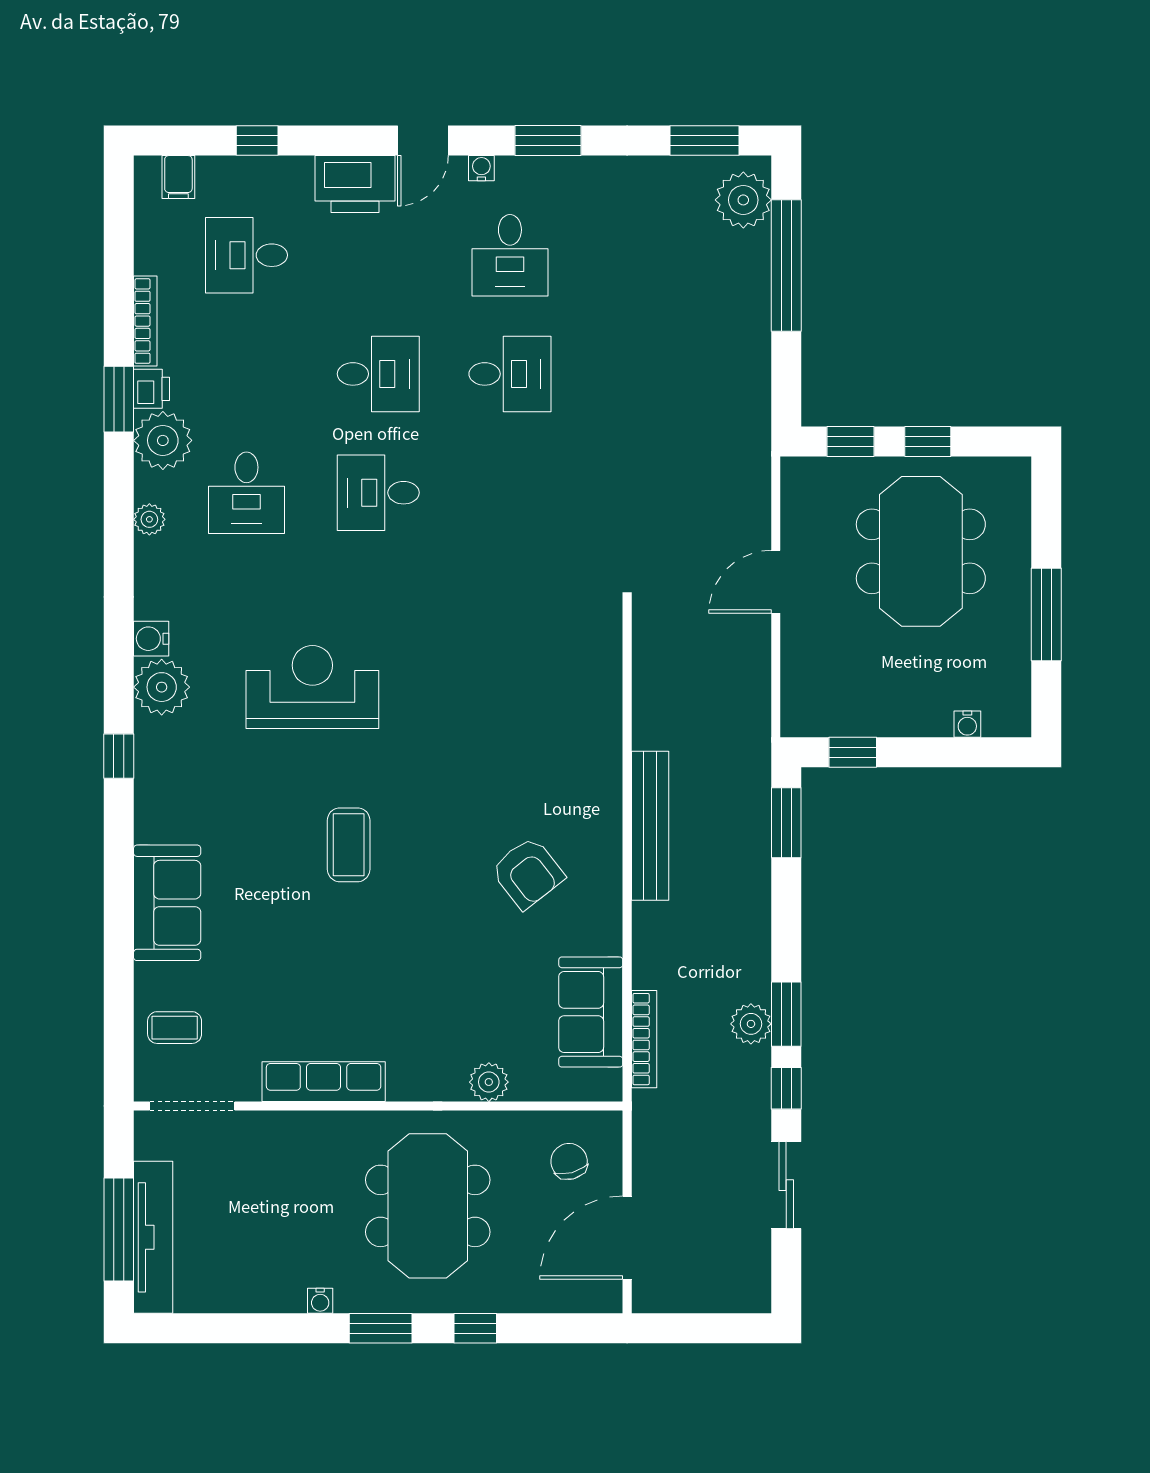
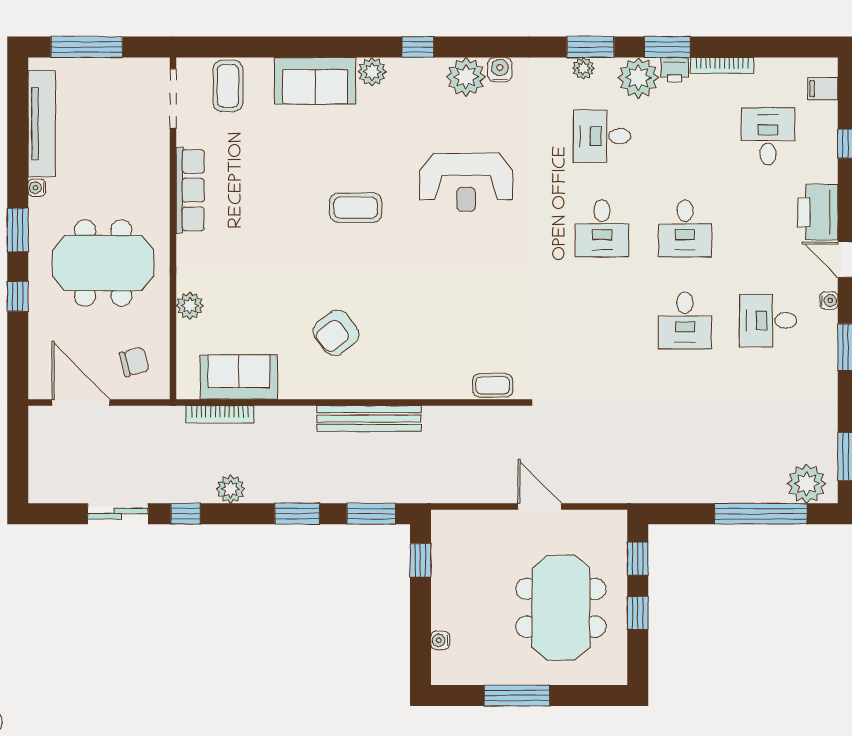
desk: (378, 493) -> (602, 228), turned 180
window: (119, 509) -> (590, 47), added
meeting table: (921, 551) -> (561, 608), turned 90
coffee table: (603, 649) -> (493, 385), added
reception desk: (312, 687) -> (466, 182), turned 90
plant: (154, 821) -> (372, 72), added
window: (786, 1014) -> (297, 514), moved
coffee table: (175, 1028) -> (228, 86), width x1.36, depth x1.30
tv unit: (153, 1237) -> (42, 124), moved, turned -90

